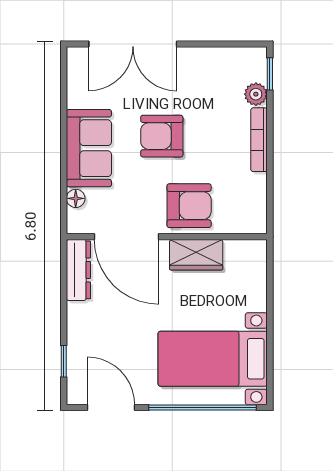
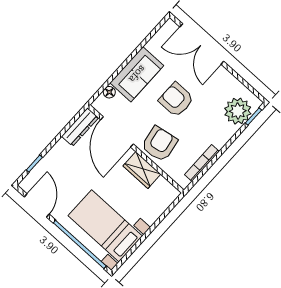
plant: (256, 94) -> (238, 111), width x1.87, depth x1.87
bookcase: (259, 140) -> (202, 163), moved
armchair: (189, 206) -> (159, 144), turned -100

